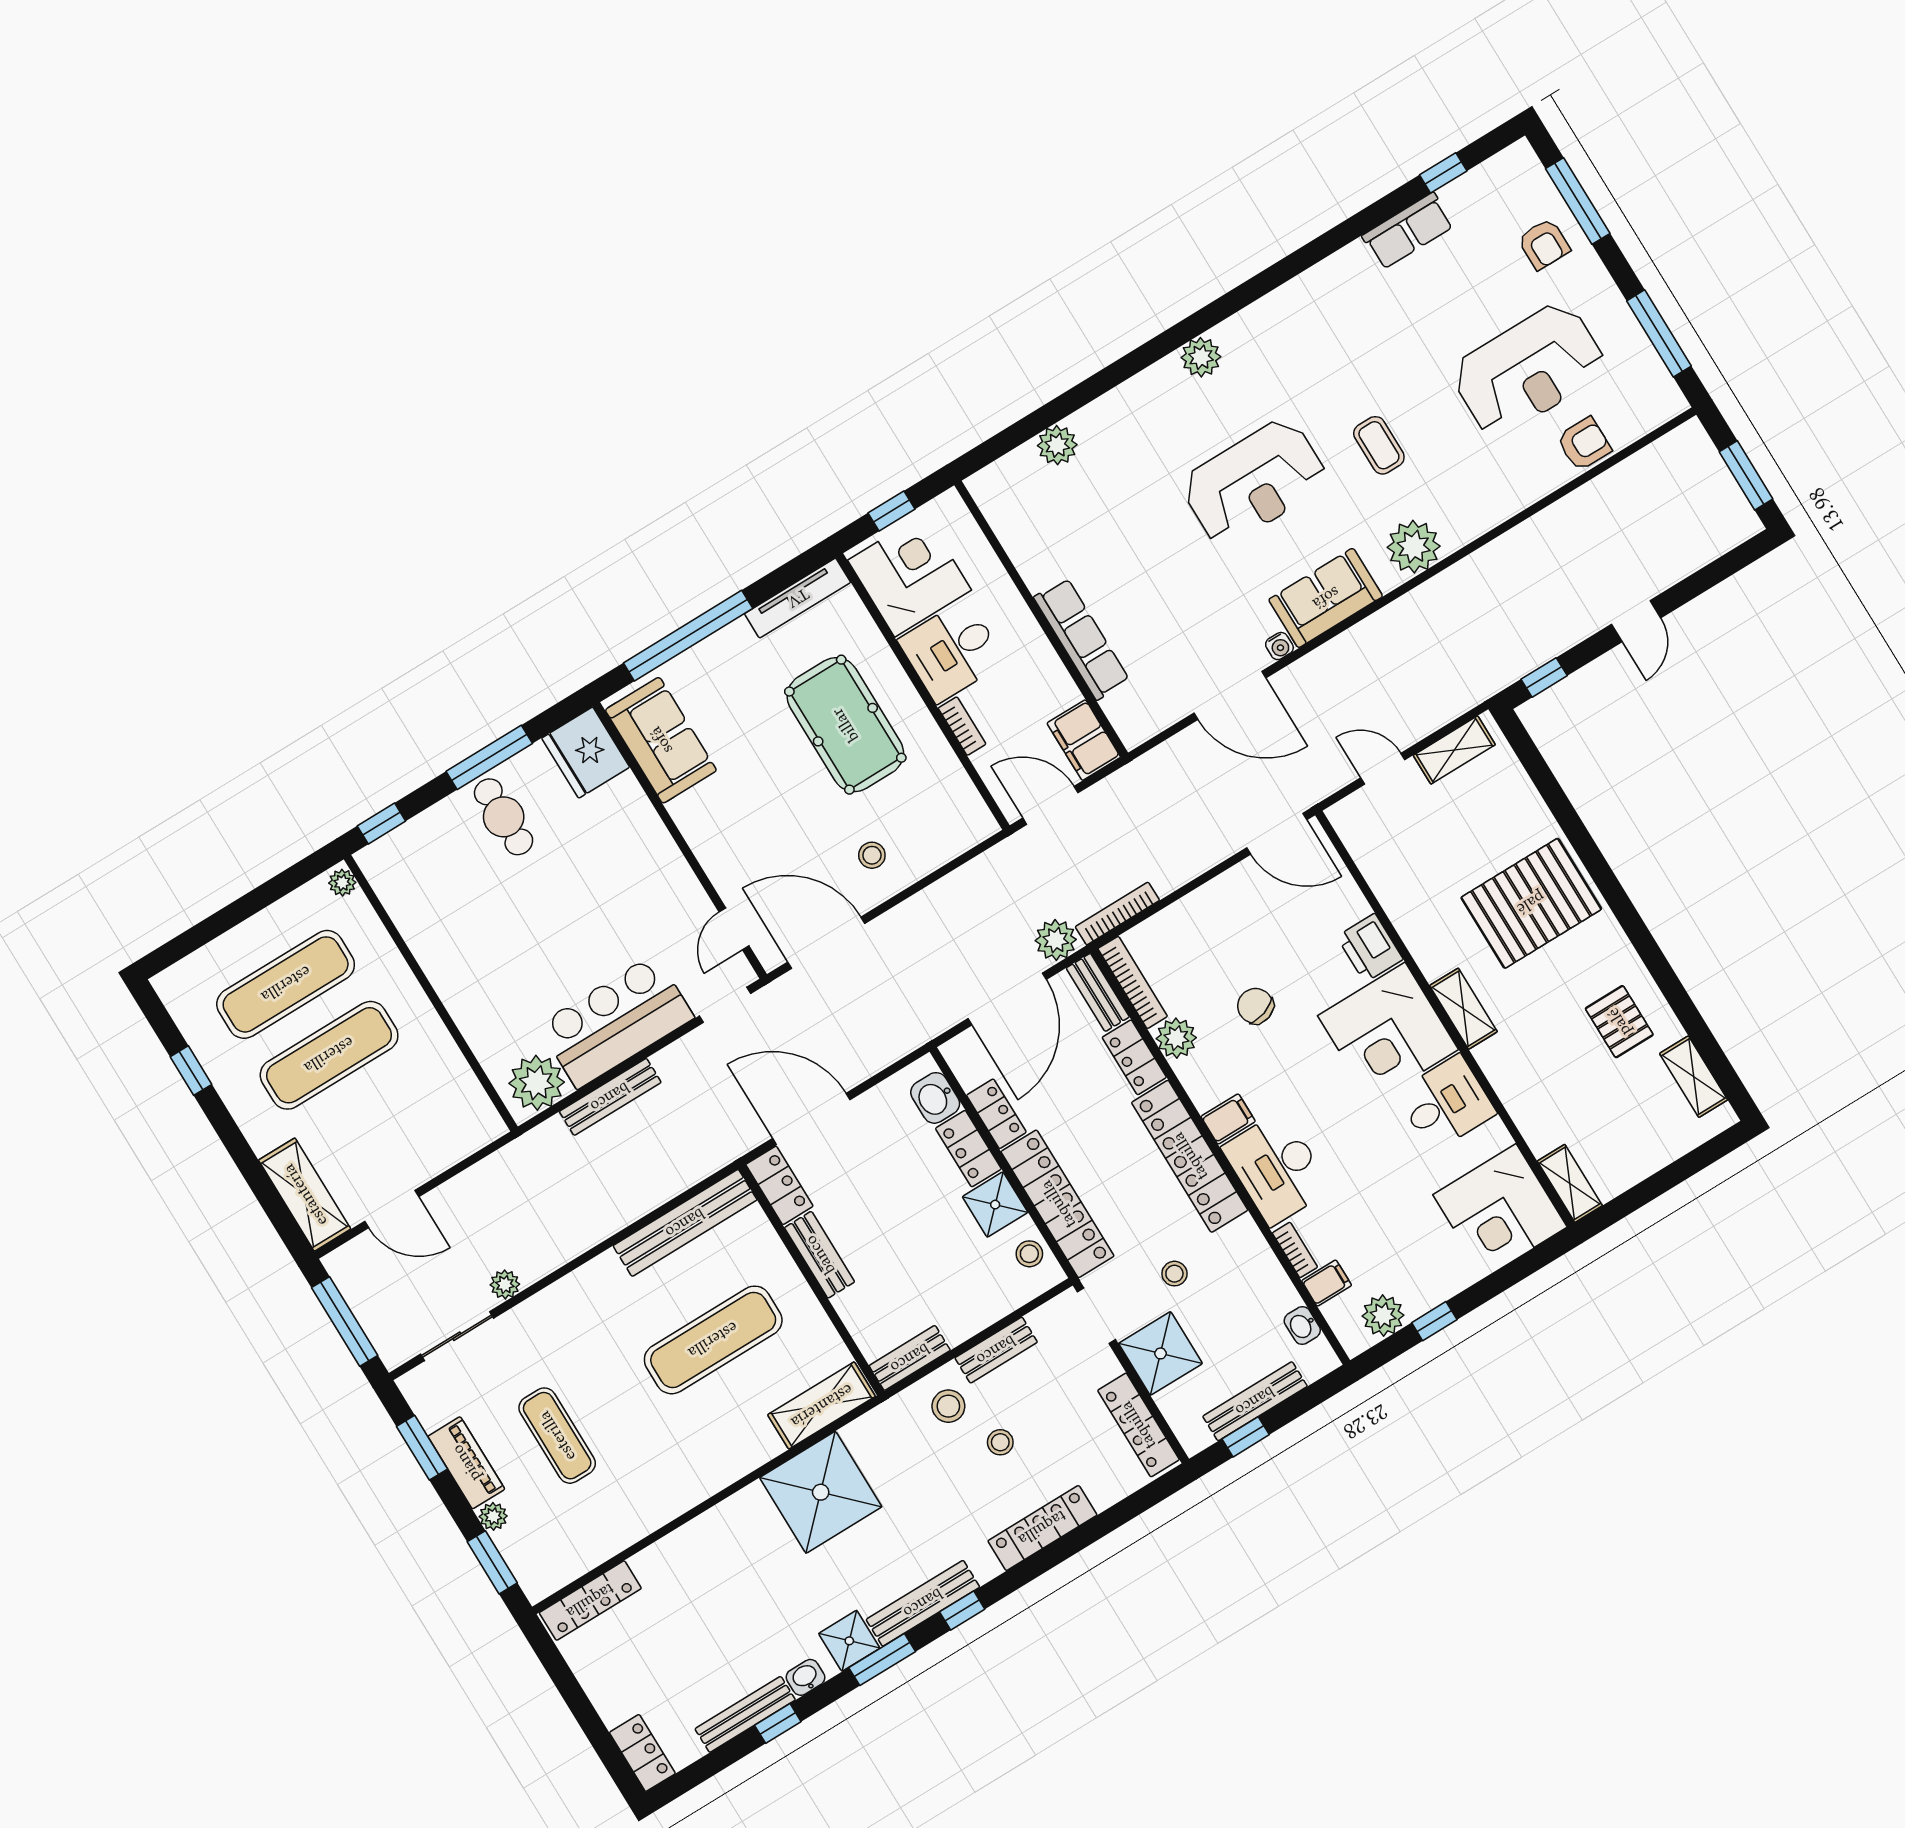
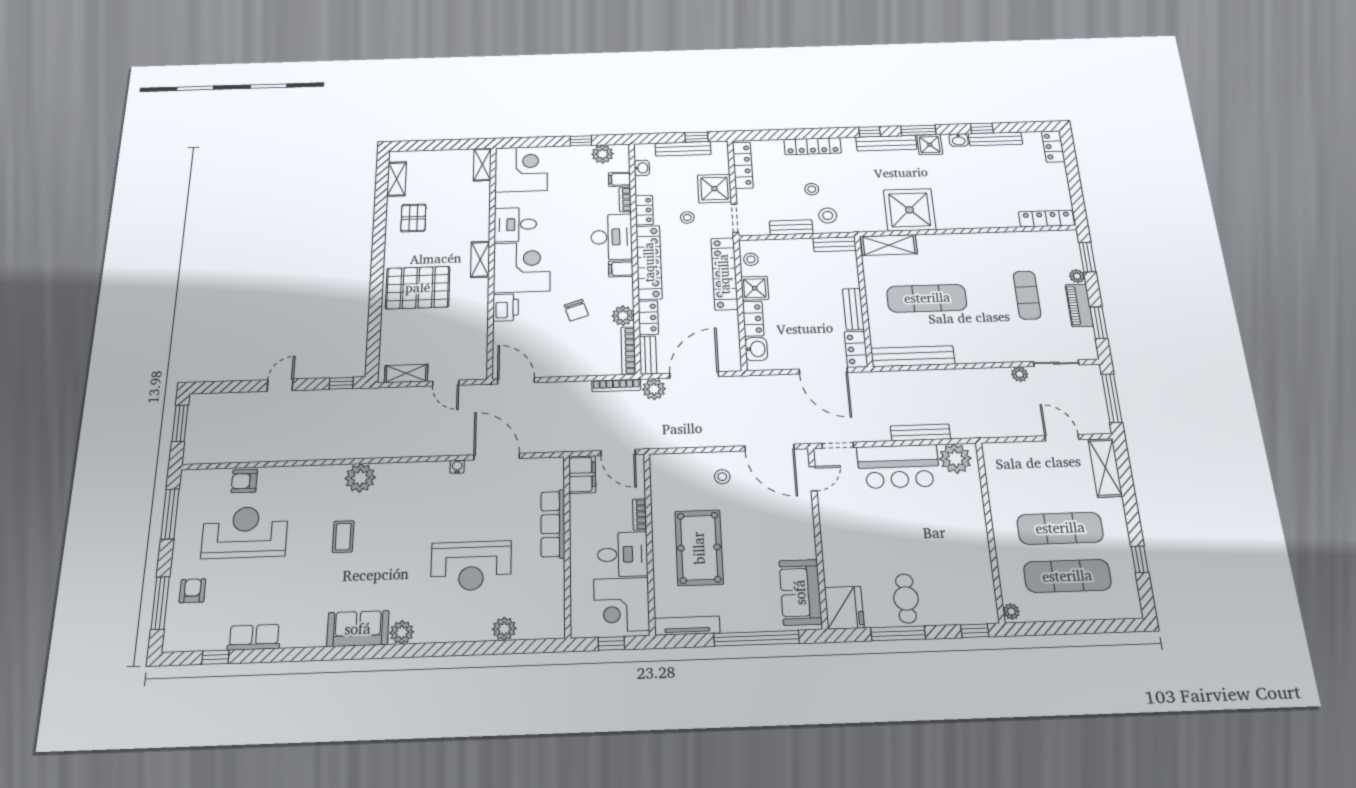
reception desk: (1254, 482) -> (471, 566), moved, turned 180
sofa: (1326, 598) -> (358, 629), moved, turned 180
locker: (996, 1114) -> (644, 210), moved, turned 180

